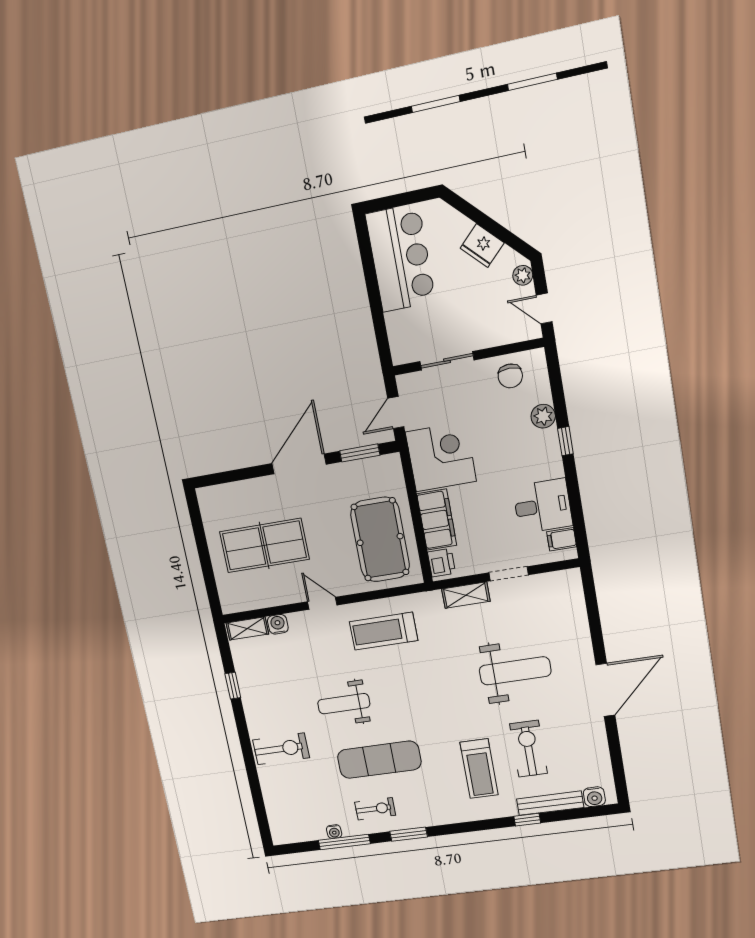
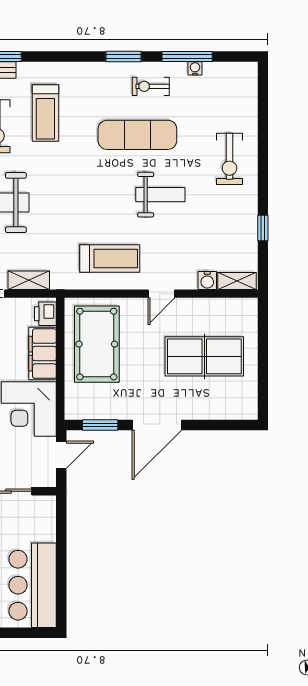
door: (322, 603) -> (162, 294), hinge flipped
exercise bike: (281, 749) -> (229, 159), turned -90
treadmill: (479, 769) -> (45, 113), turned 180

